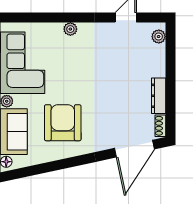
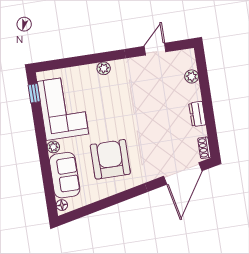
plant: (159, 37) -> (192, 76), moved
dresser: (159, 96) -> (197, 114), width x0.70

